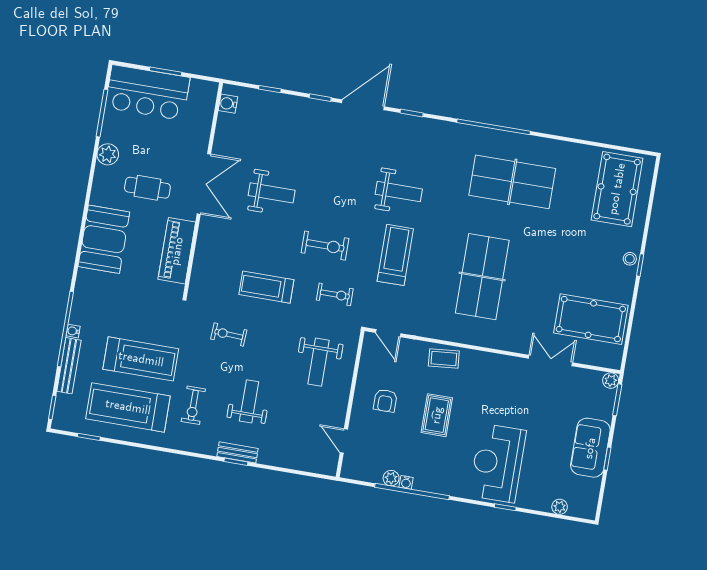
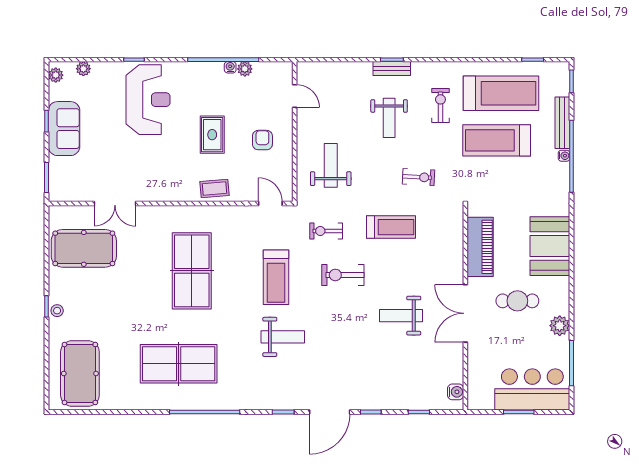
weight bench: (399, 192) -> (283, 337), turned 180
plant: (611, 381) -> (56, 75), moved

